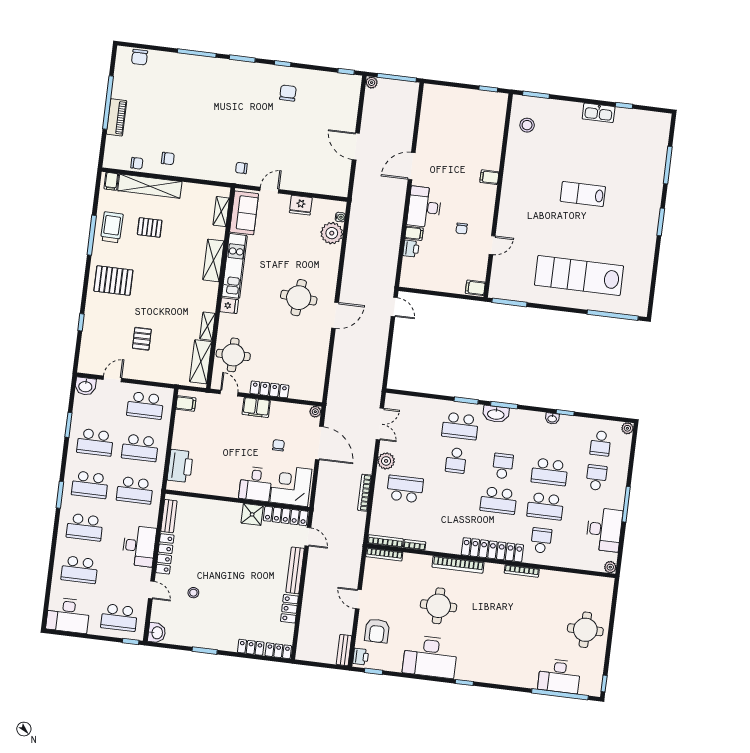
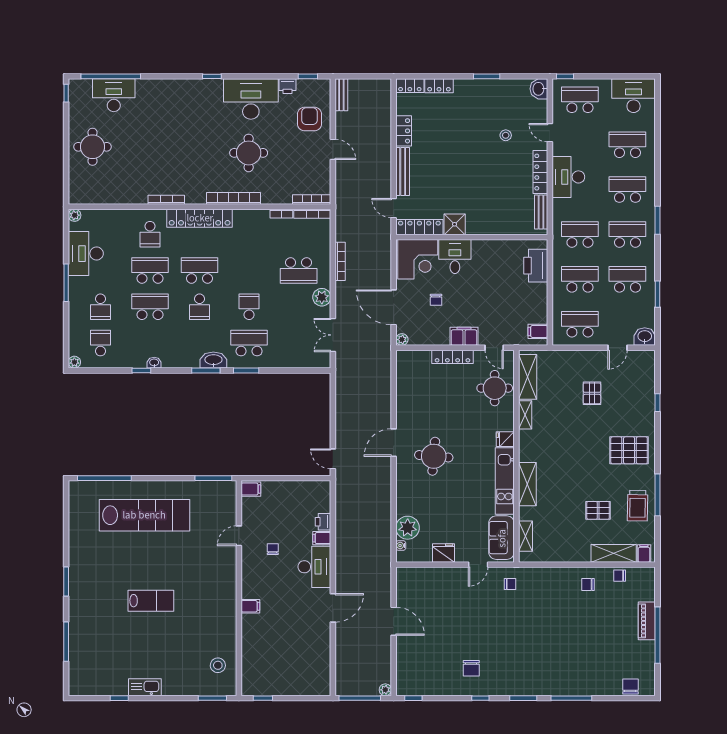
shelving: (150, 186) -> (614, 553), width x0.68
printer: (361, 657) -> (288, 86), moved, turned -90

